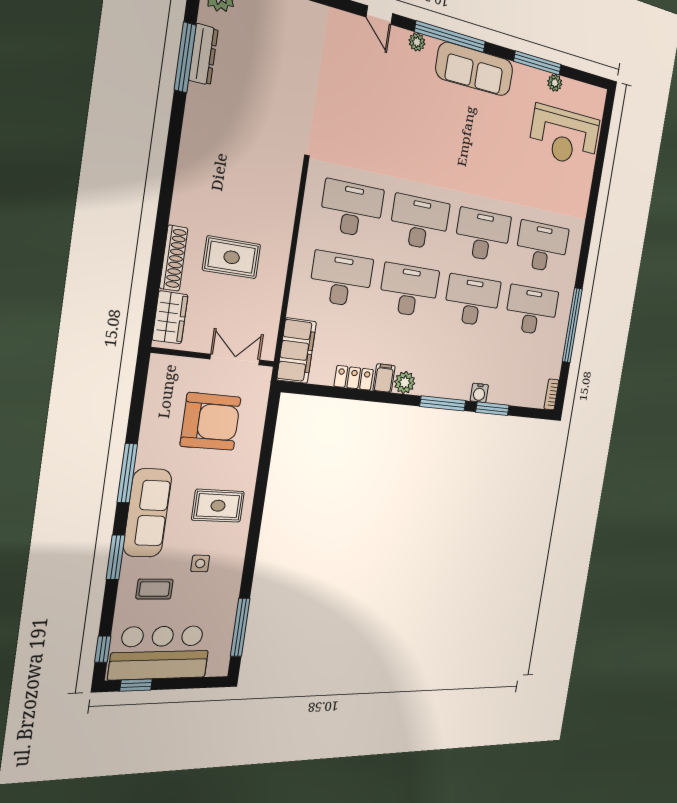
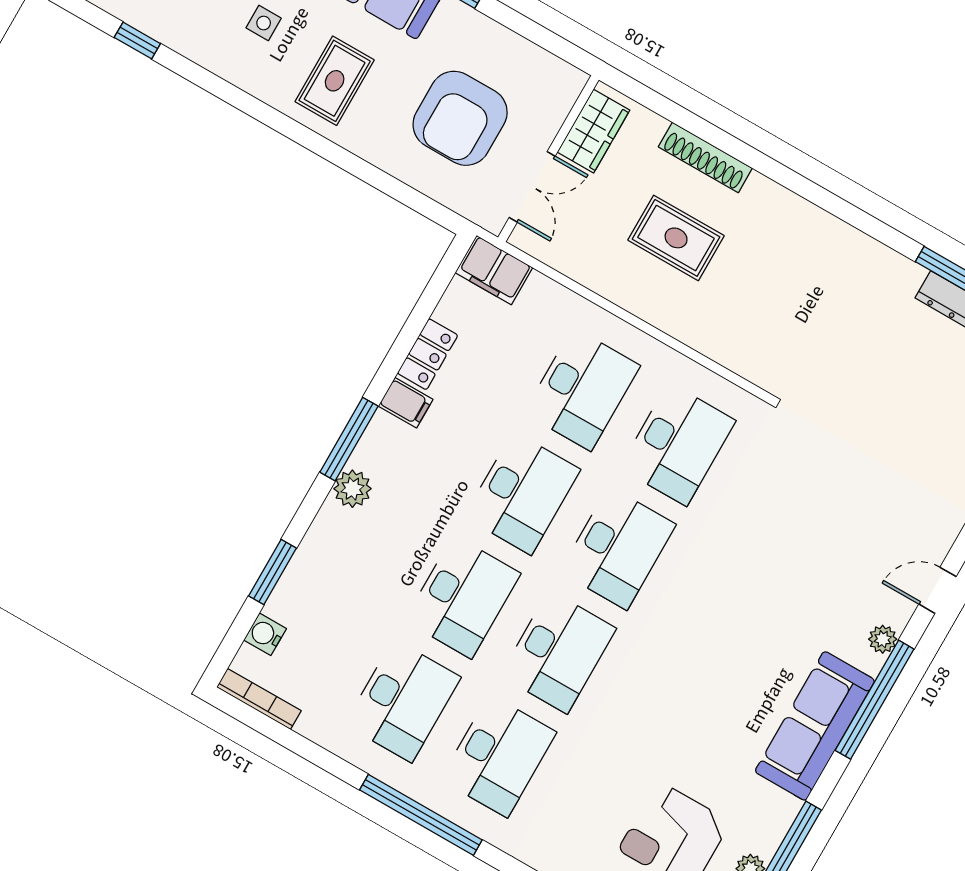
rug: (232, 257) -> (676, 238), turned 90
wardrobe: (170, 317) -> (594, 131), moved, turned -90
window: (572, 325) -> (421, 815), moved
filing cabinet: (297, 351) -> (494, 270), width x0.67, depth x0.86
plant: (405, 382) -> (352, 489), moved
water cooler: (479, 393) -> (265, 634), moved
bookcase: (551, 394) -> (259, 699), width x1.56
window: (443, 403) -> (349, 439), moved
window: (240, 627) -> (137, 40), width x0.46

